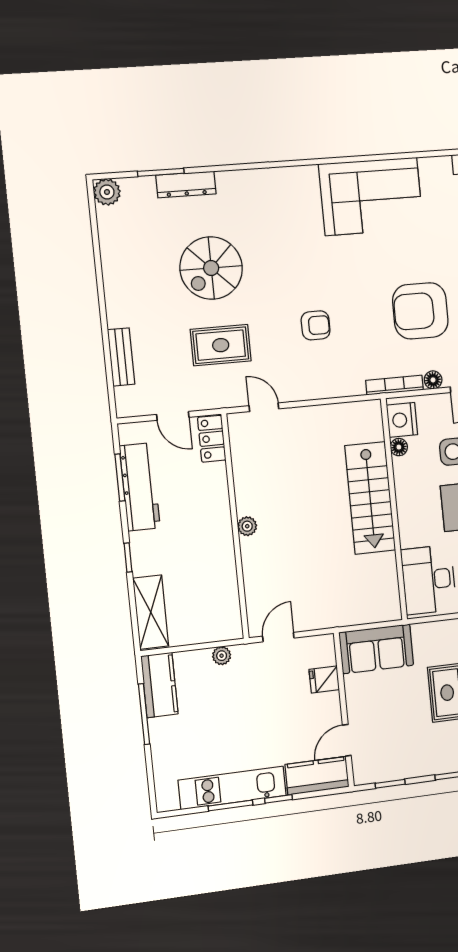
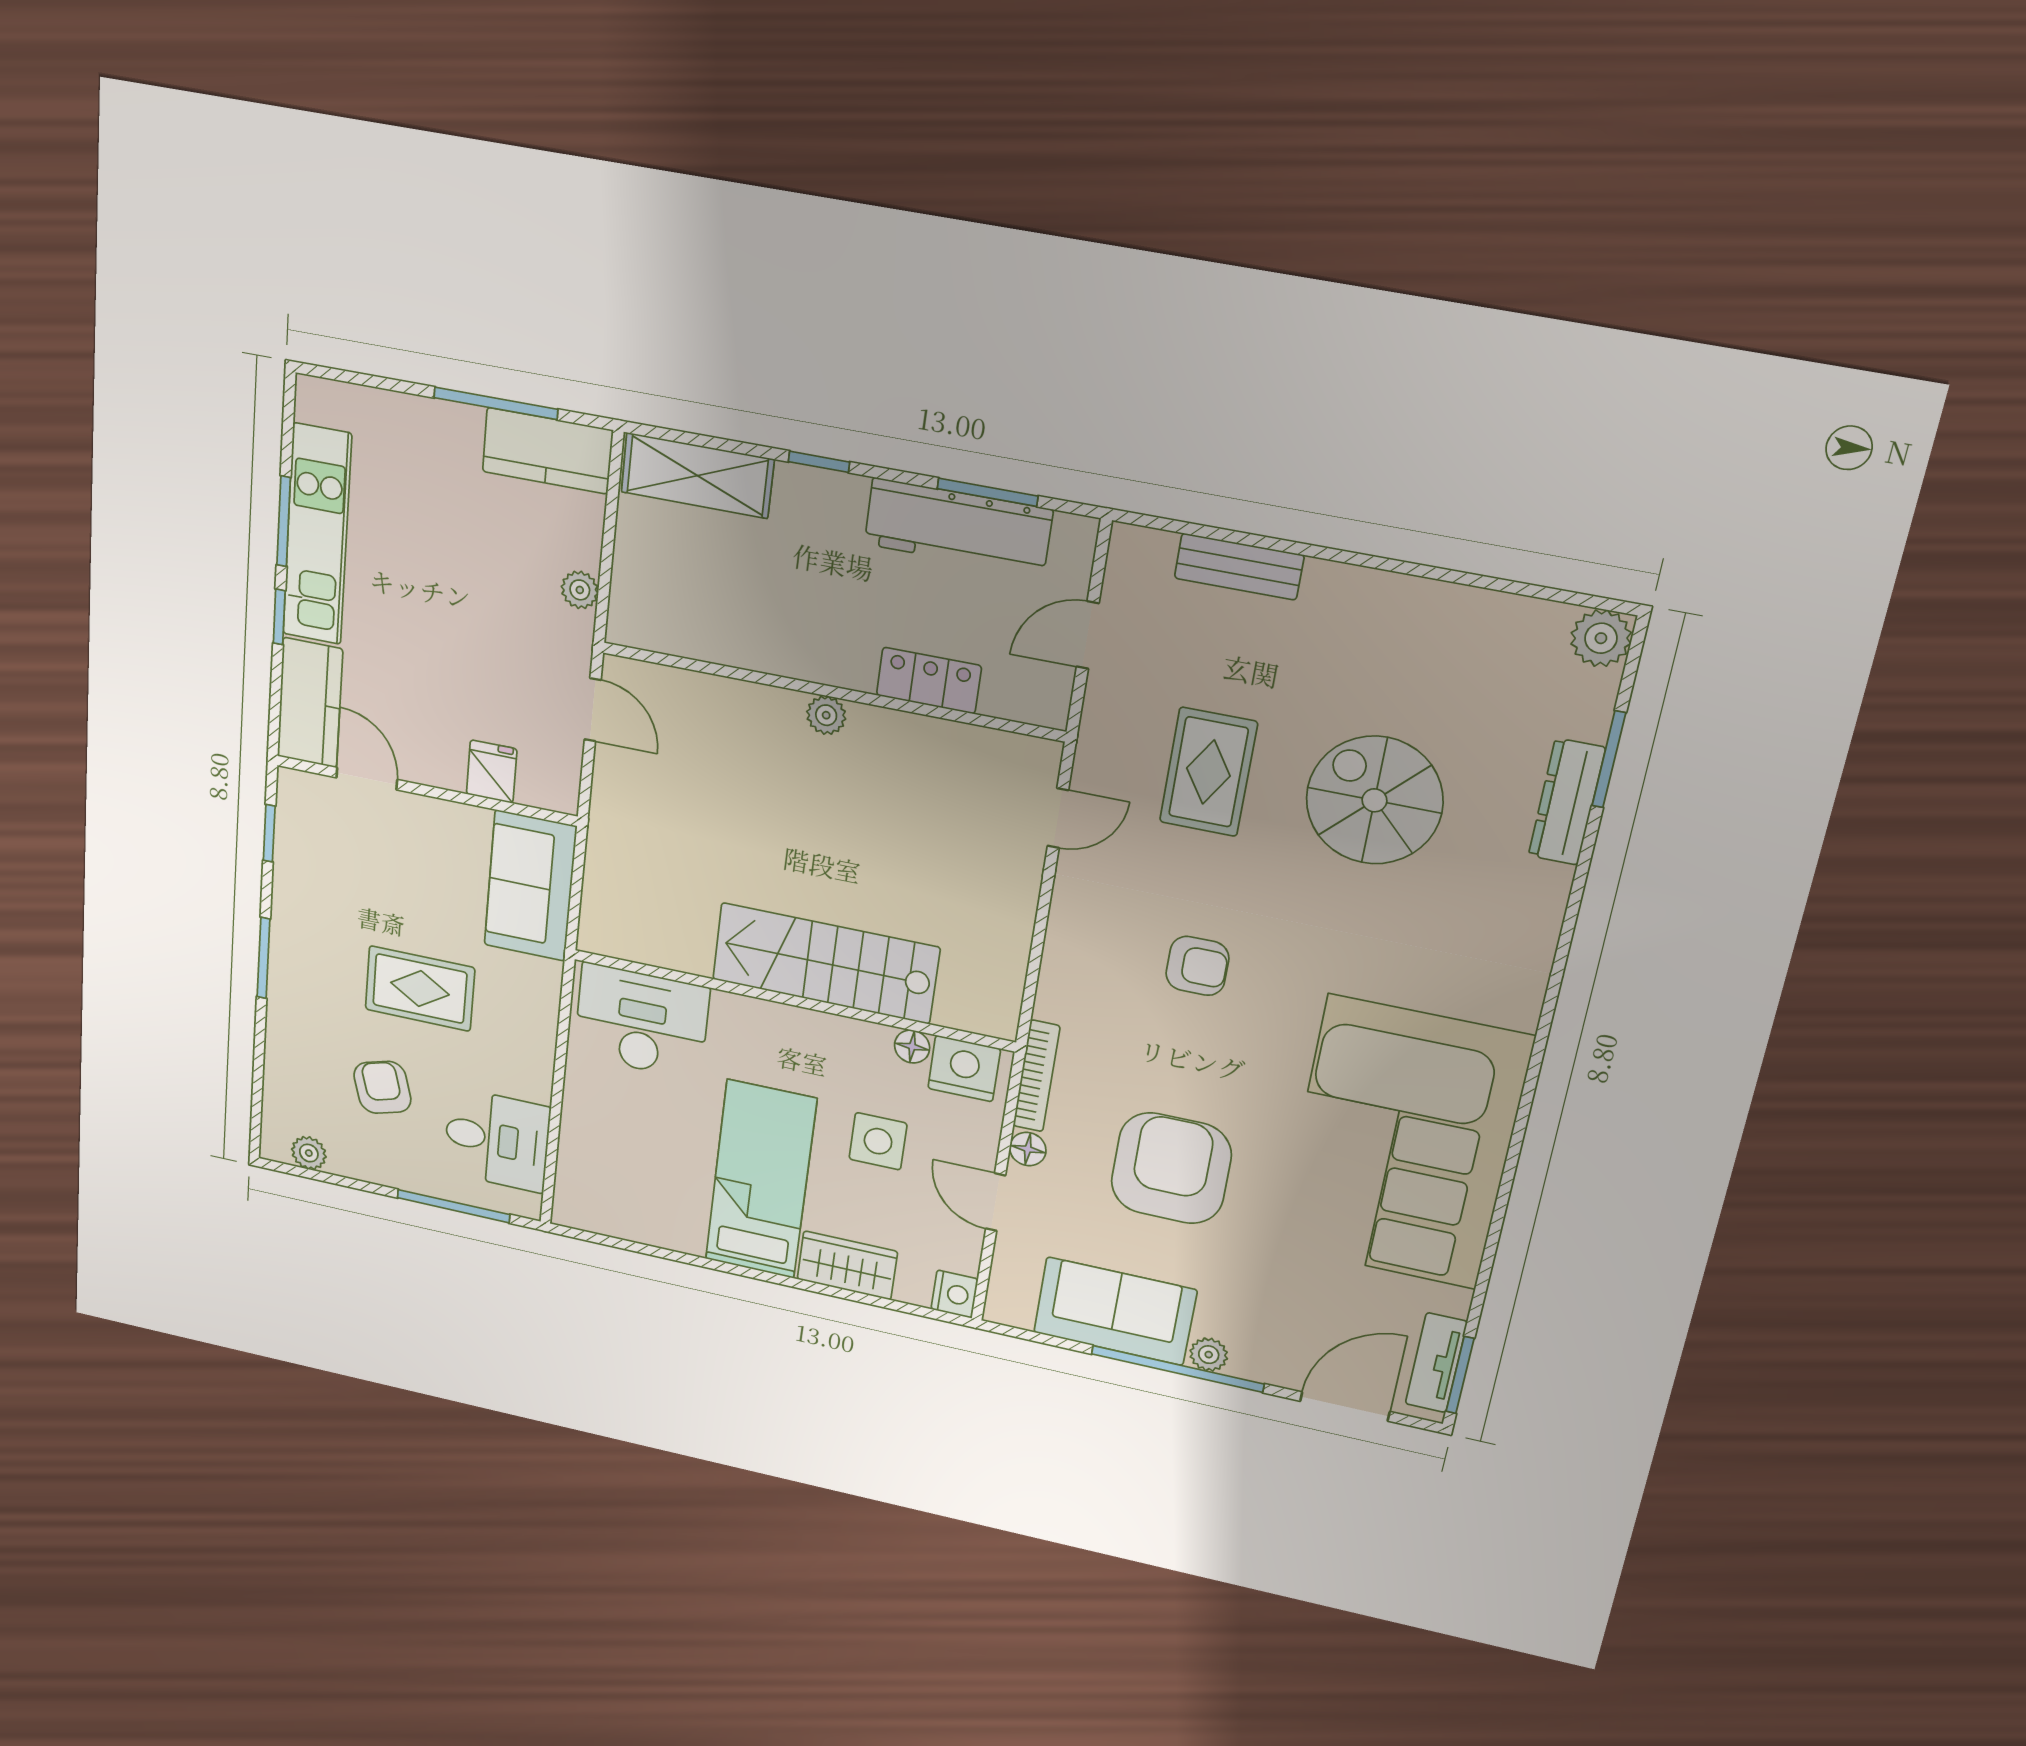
corner sofa: (371, 196) -> (1403, 1143), width x1.36, depth x1.36
armchair: (316, 325) -> (1197, 966), turned -90
locker: (212, 439) -> (929, 681), moved

